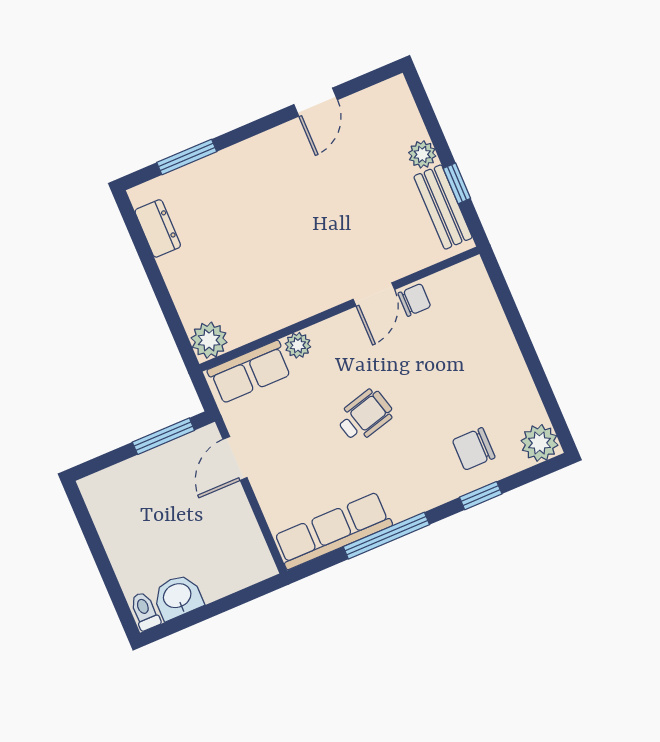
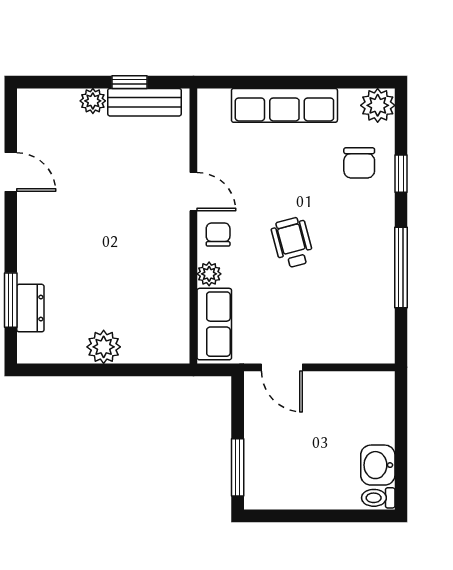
dresser: (158, 228) -> (30, 308), moved, turned 90
chair: (414, 300) -> (218, 234), moved
plant: (209, 340) -> (104, 347), moved
window: (163, 436) -> (238, 467), moved
row of seats: (333, 531) -> (284, 105), moved, turned -90

